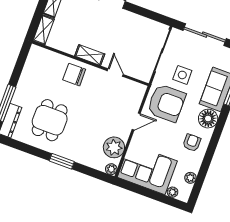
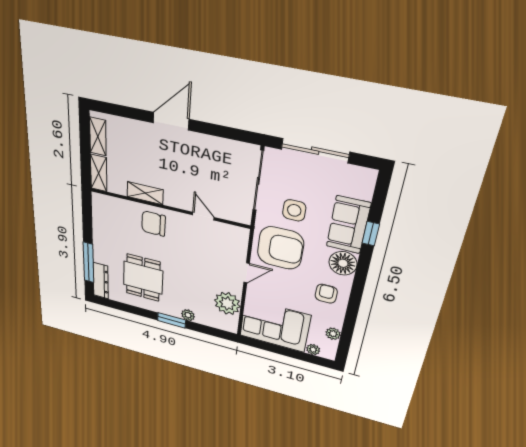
shelving: (90, 55) -> (145, 193), moved
plant: (111, 169) -> (188, 315), moved

